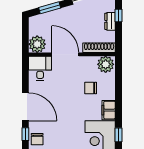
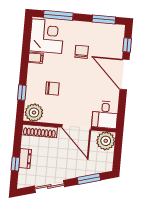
filing cabinet: (109, 110) -> (36, 58), width x0.50
window: (118, 135) -> (22, 93), moved
chair: (37, 139) -> (82, 52), moved

